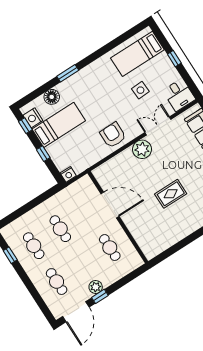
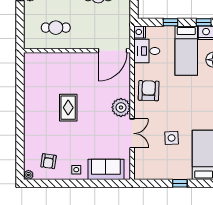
desk: (179, 95) -> (147, 51), moved
armchair: (113, 135) -> (149, 91), turned -88
door: (110, 205) -> (113, 51), moved

